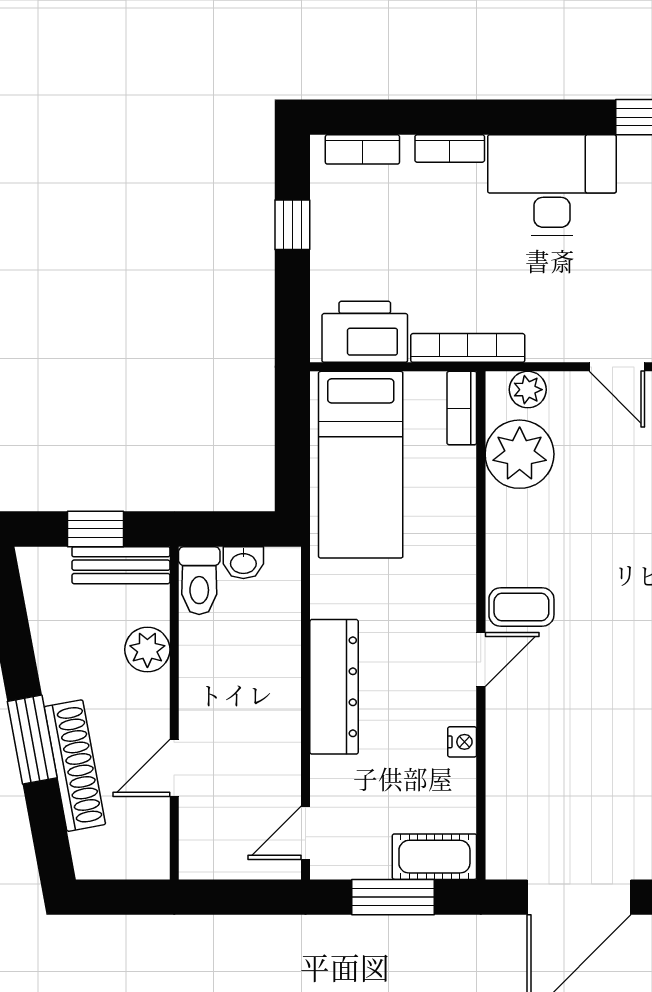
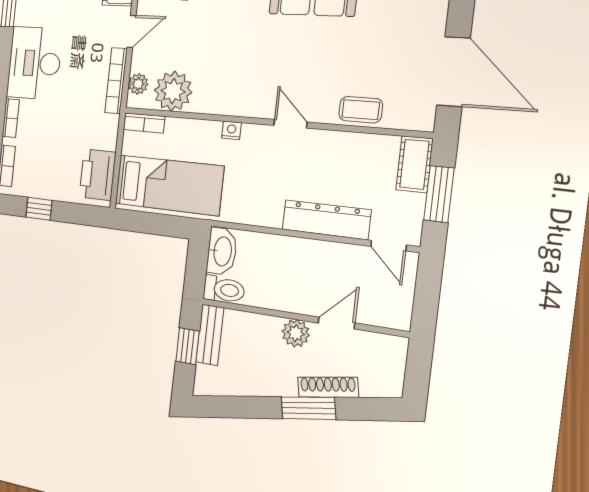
bookcase: (468, 348) -> (116, 81), moved
washbasin: (243, 563) -> (222, 251), width x1.91, depth x1.45
coffee table: (521, 607) -> (361, 110), moved, turned 90
plant: (147, 650) -> (296, 333), moved
dresser: (334, 687) -> (326, 220), moved
nightstand: (462, 742) -> (232, 130), moved
shoe rack: (75, 766) -> (328, 387), width x0.74, depth x0.81
door: (174, 768) -> (336, 323), swing flipped

